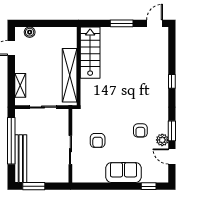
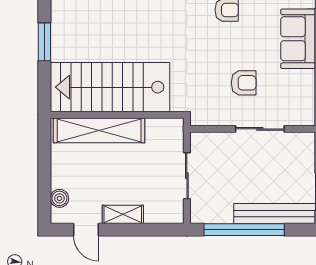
stairs: (90, 53) -> (110, 87), width x1.36, depth x1.51
shelving: (70, 75) -> (99, 130), moved
shelving: (20, 85) -> (123, 214), moved

